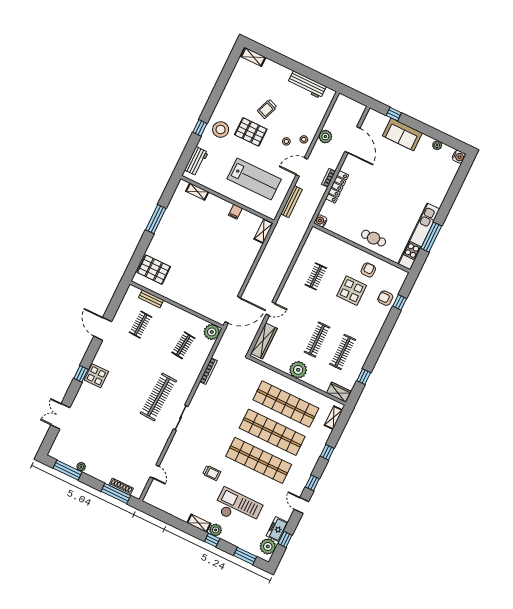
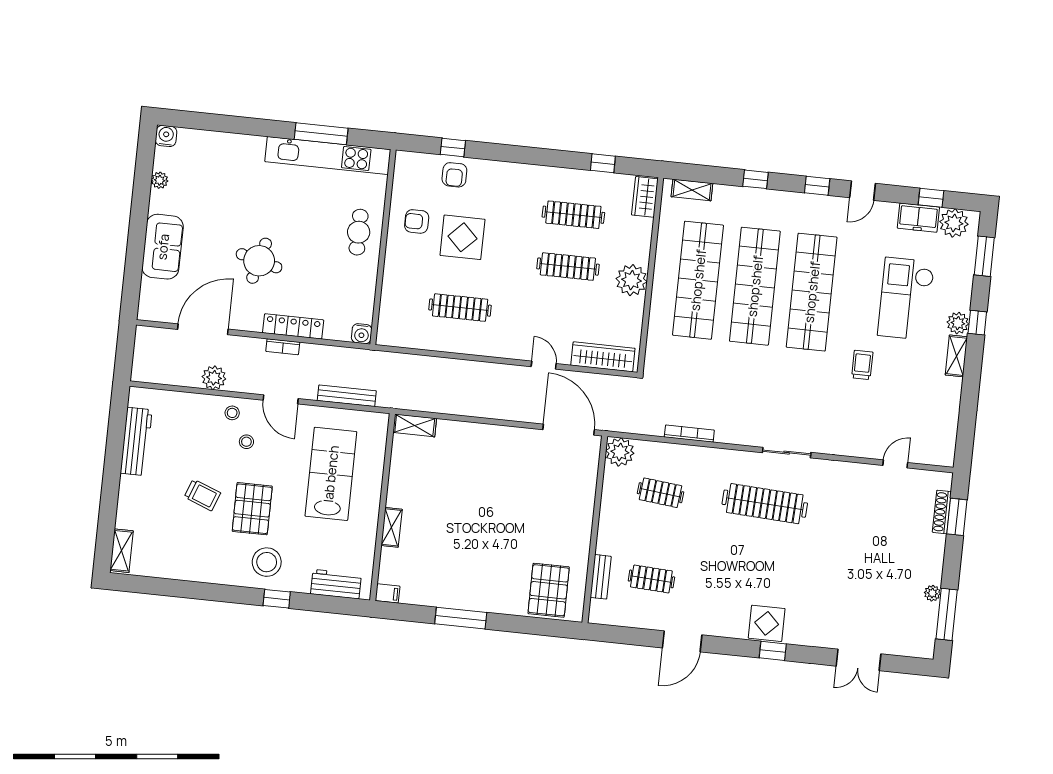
window: (394, 114) -> (133, 274), removed
round table: (377, 182) -> (259, 261), added
shelving: (197, 192) -> (392, 527), moved
filing cabinet: (235, 212) -> (388, 593), moved
clothes rail: (316, 276) -> (460, 308), width x1.36
window: (116, 493) -> (957, 517), width x0.69

